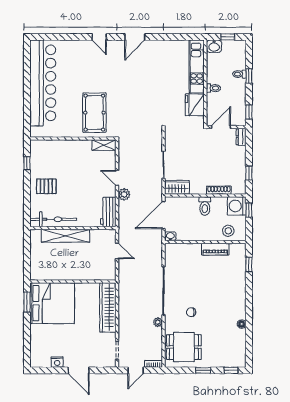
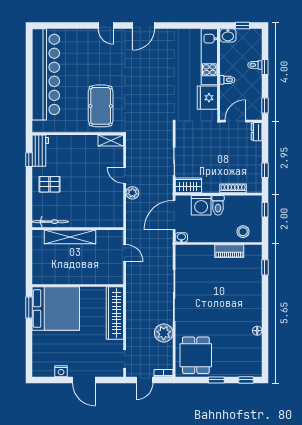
washing machine: (237, 206) -> (201, 205), moved, turned -90
workbench: (108, 212) -> (40, 151), moved, turned 180
bicycle: (53, 219) -> (50, 222), width x0.73, depth x0.71
chair: (191, 312) -> (204, 318), removed
plant: (158, 322) -> (164, 333), width x1.88, depth x1.88
dining table: (184, 347) -> (196, 355), turned 90

